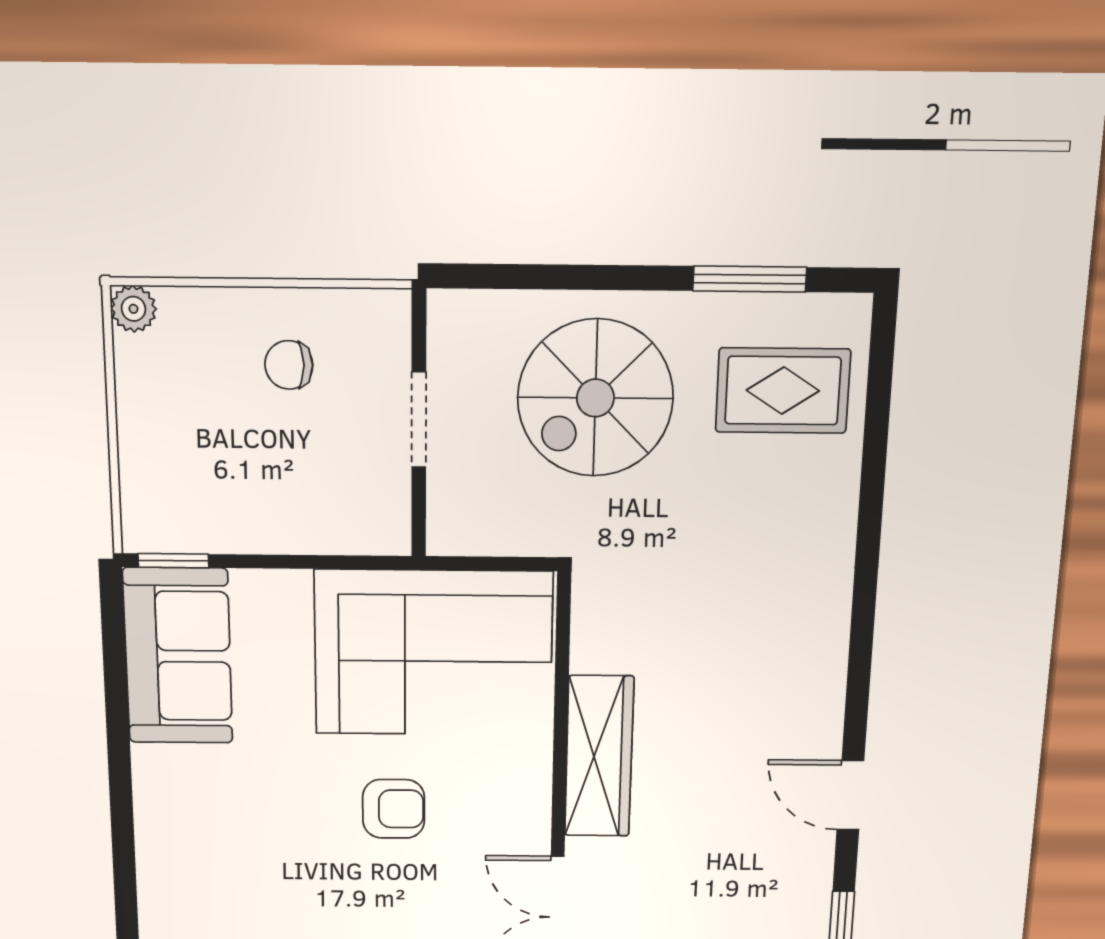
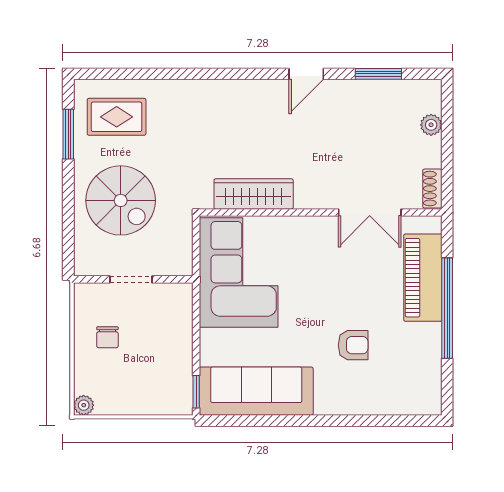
rug: (783, 391) -> (117, 117), turned 90
sofa: (178, 656) -> (256, 391), width x1.36
wardrobe: (599, 756) -> (254, 194), moved
armchair: (394, 809) -> (353, 345), moved, turned 90

